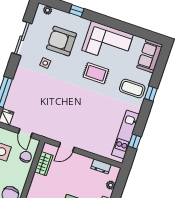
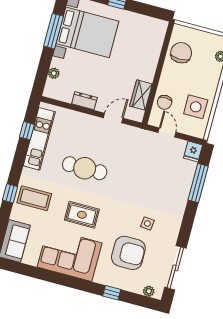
sliding door: (22, 38) -> (175, 268), moved
cafe table: (91, 109) -> (85, 168), added
dresser: (101, 166) -> (84, 101), moved

